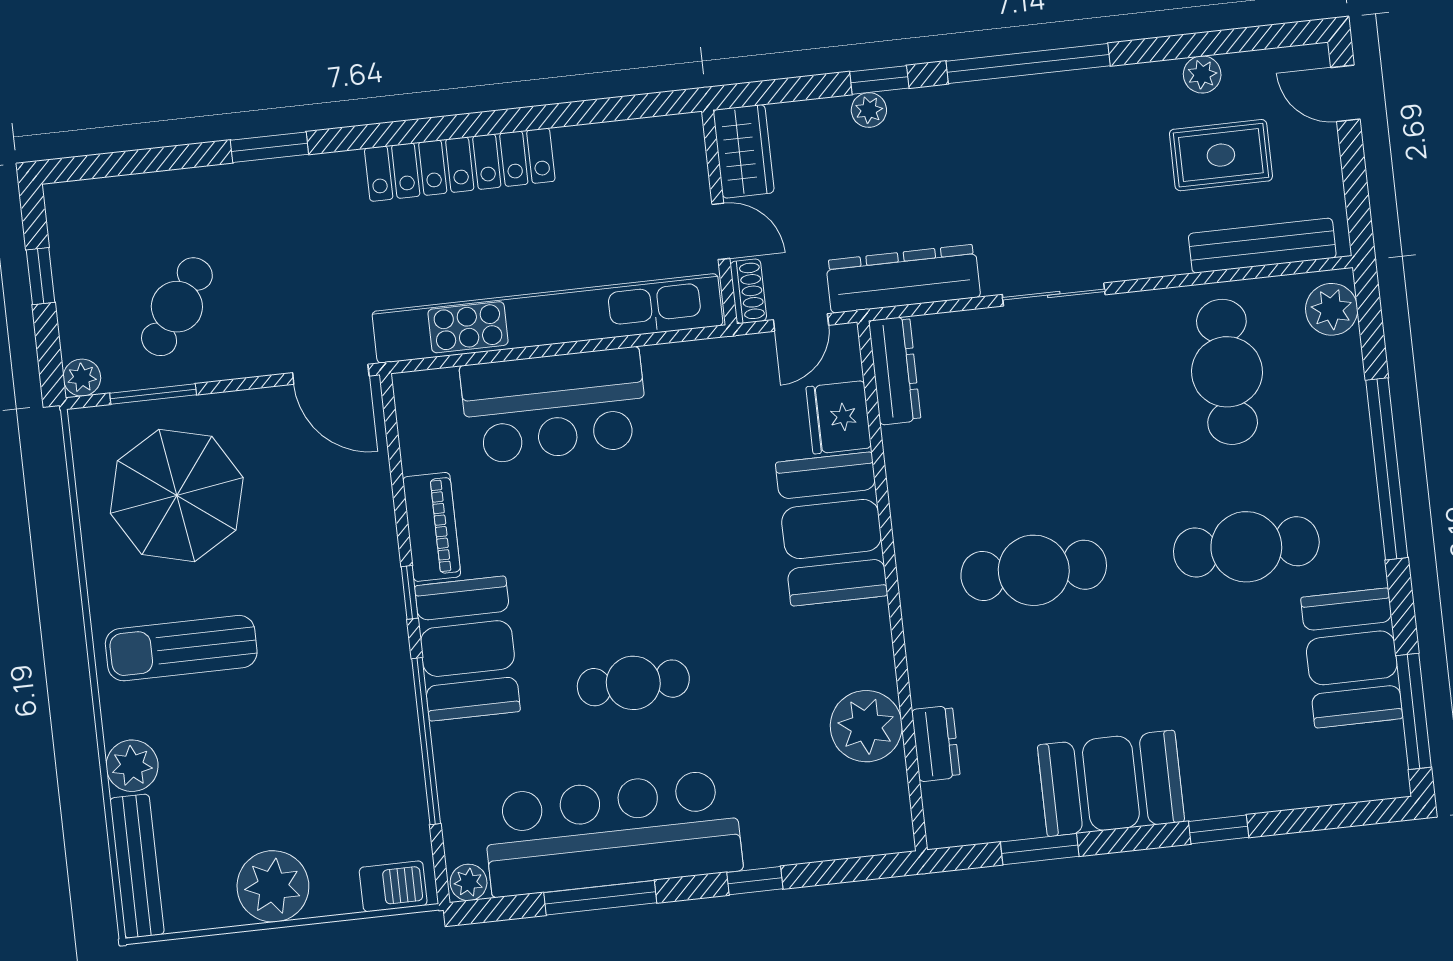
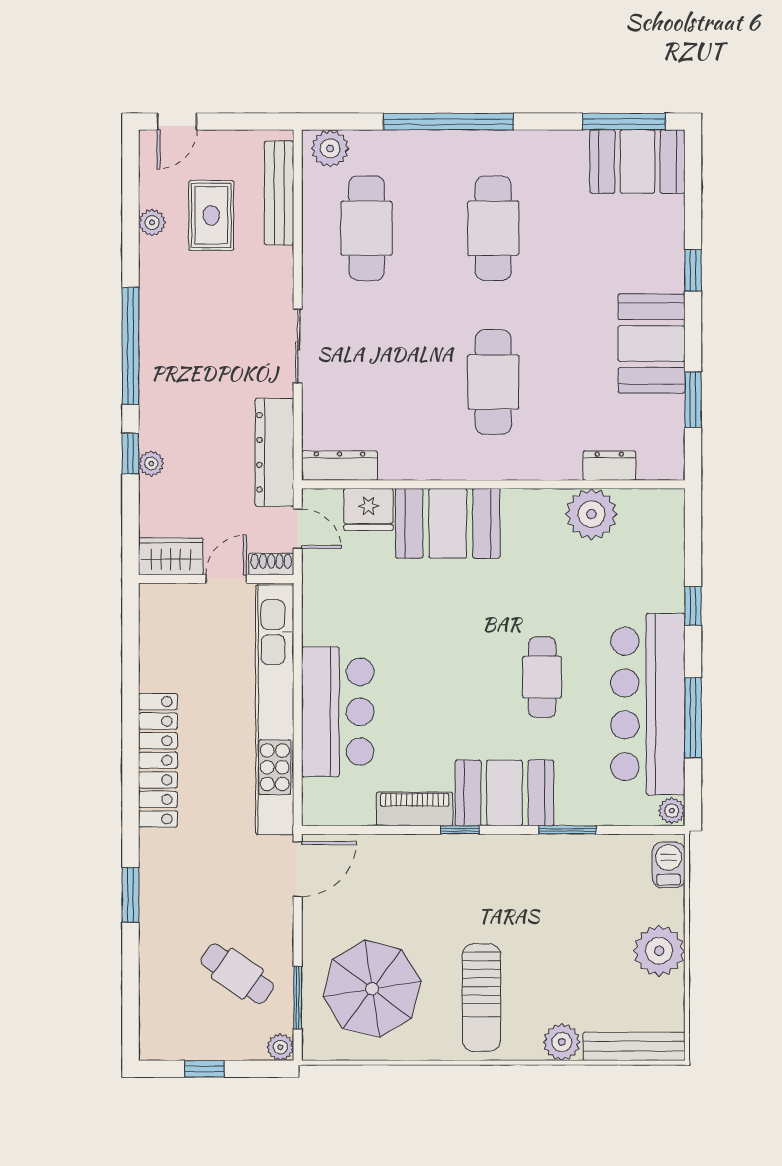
cafe table: (1227, 372) -> (367, 228), turned 90
booth: (1352, 658) -> (637, 162), moved
window: (426, 741) -> (567, 830), width x0.47

